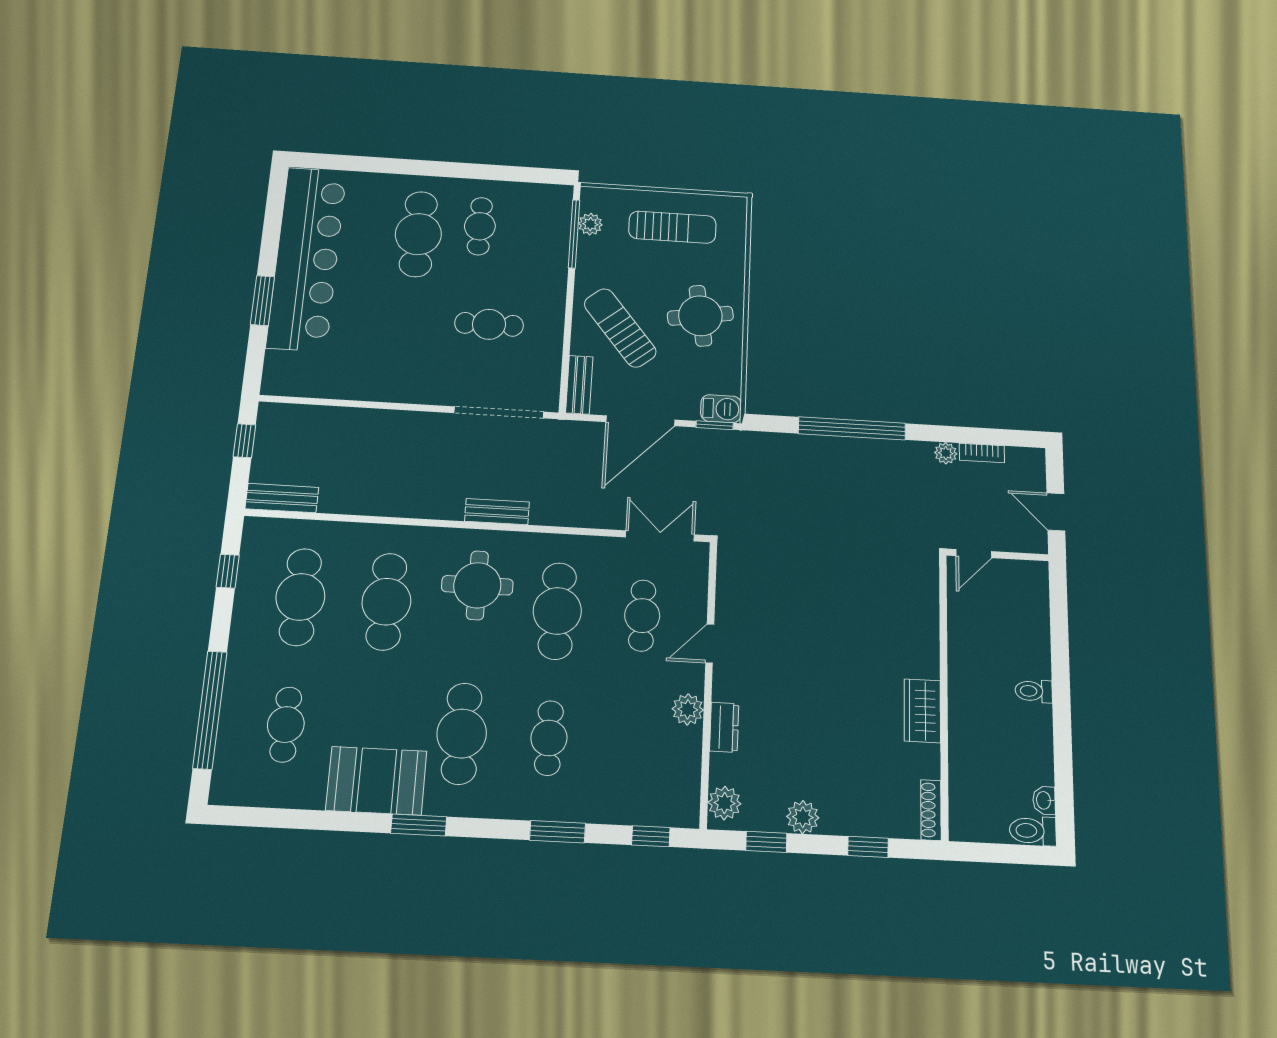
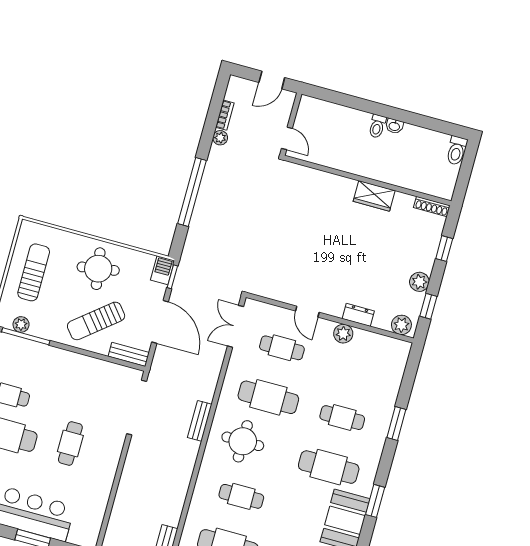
cafe table: (489, 324) -> (70, 443), moved
cafe table: (386, 602) -> (241, 496), width x0.73, depth x0.74
washbasin: (1044, 800) -> (394, 126), moved
window: (651, 836) -> (411, 371), removed

